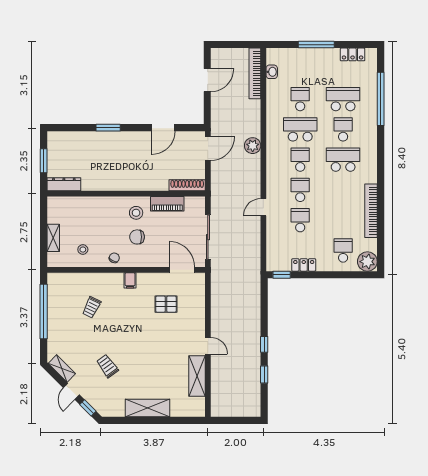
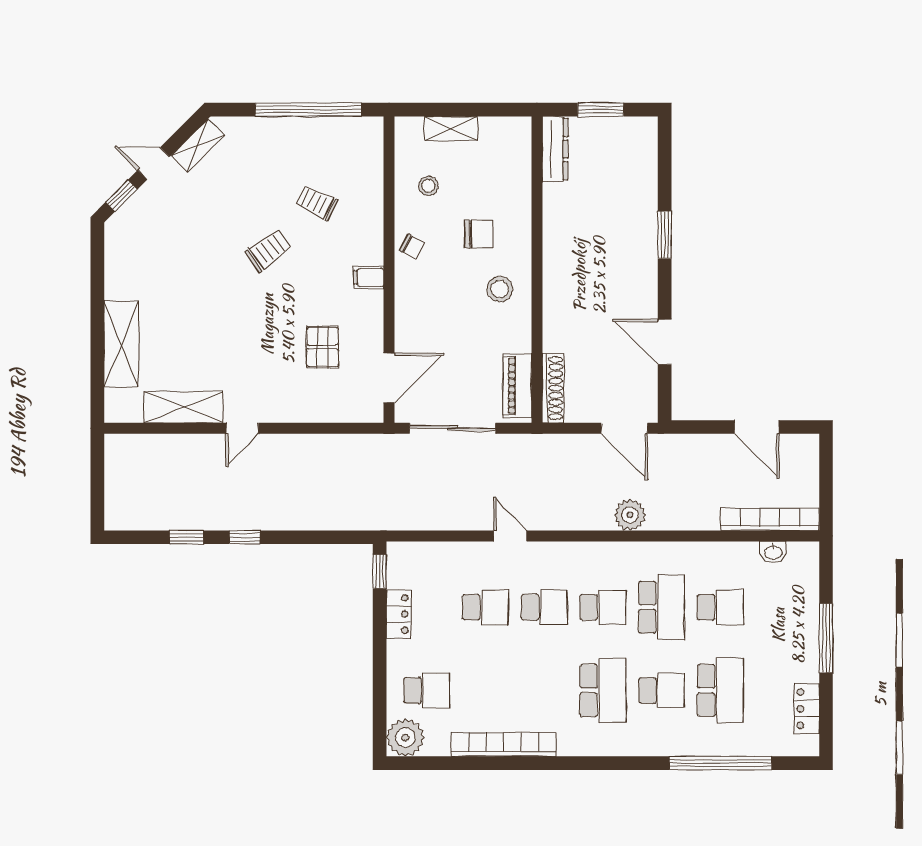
piano: (167, 204) -> (517, 386), moved
chair: (137, 237) -> (479, 234), moved, turned 90
trolley: (107, 366) -> (268, 250), moved
shelving: (147, 408) -> (121, 344), moved

